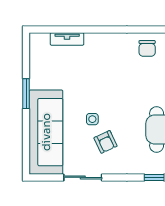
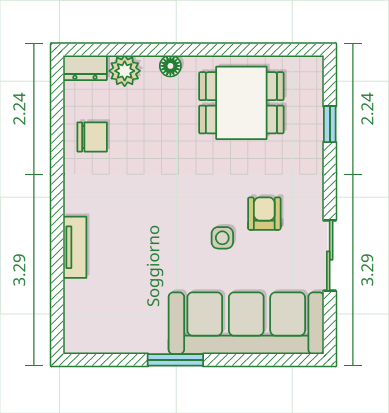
tv unit: (67, 39) -> (75, 247), moved
armchair: (106, 142) -> (264, 214), turned -65

